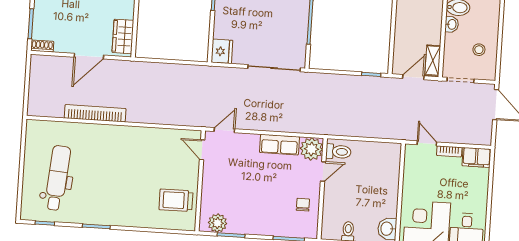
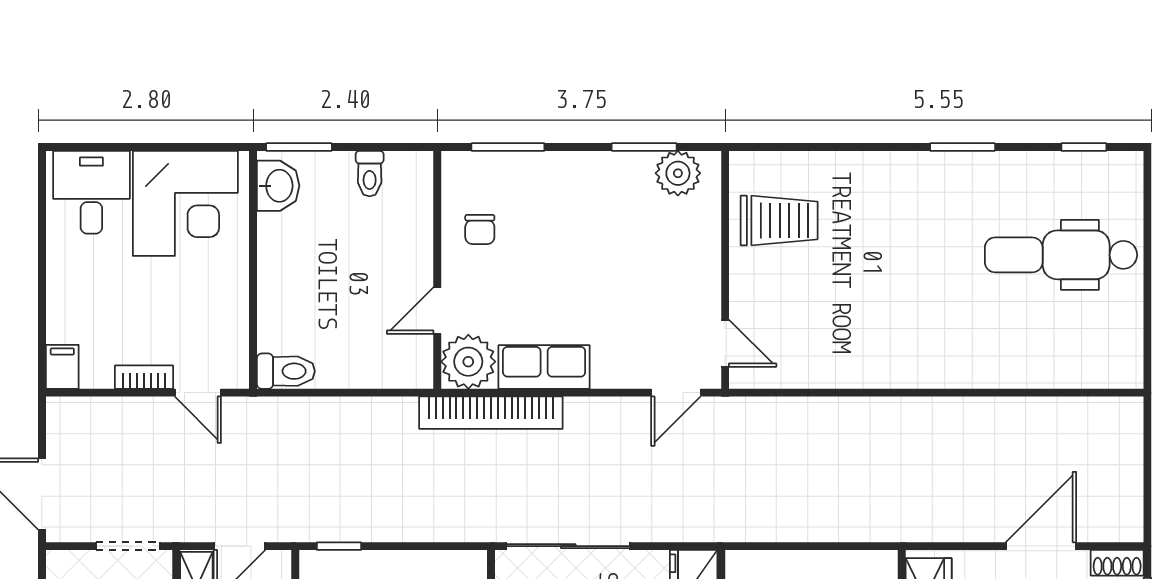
door: (89, 56) -> (1041, 546), moved
bookcase: (95, 113) -> (491, 413), moved
toilet: (338, 152) -> (286, 371), moved, turned 180
filing cabinet: (477, 157) -> (62, 367), width x0.50
dental chair: (58, 178) -> (1061, 255), turned 85

